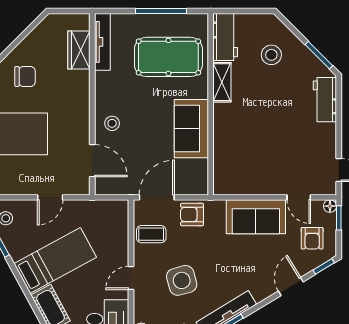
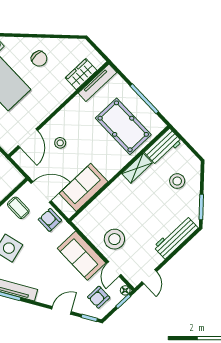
workbench: (325, 100) -> (176, 237), width x1.37
stool: (112, 123) -> (60, 143), moved
sofa: (191, 129) -> (83, 187), moved
stool: (270, 169) -> (114, 239), added

